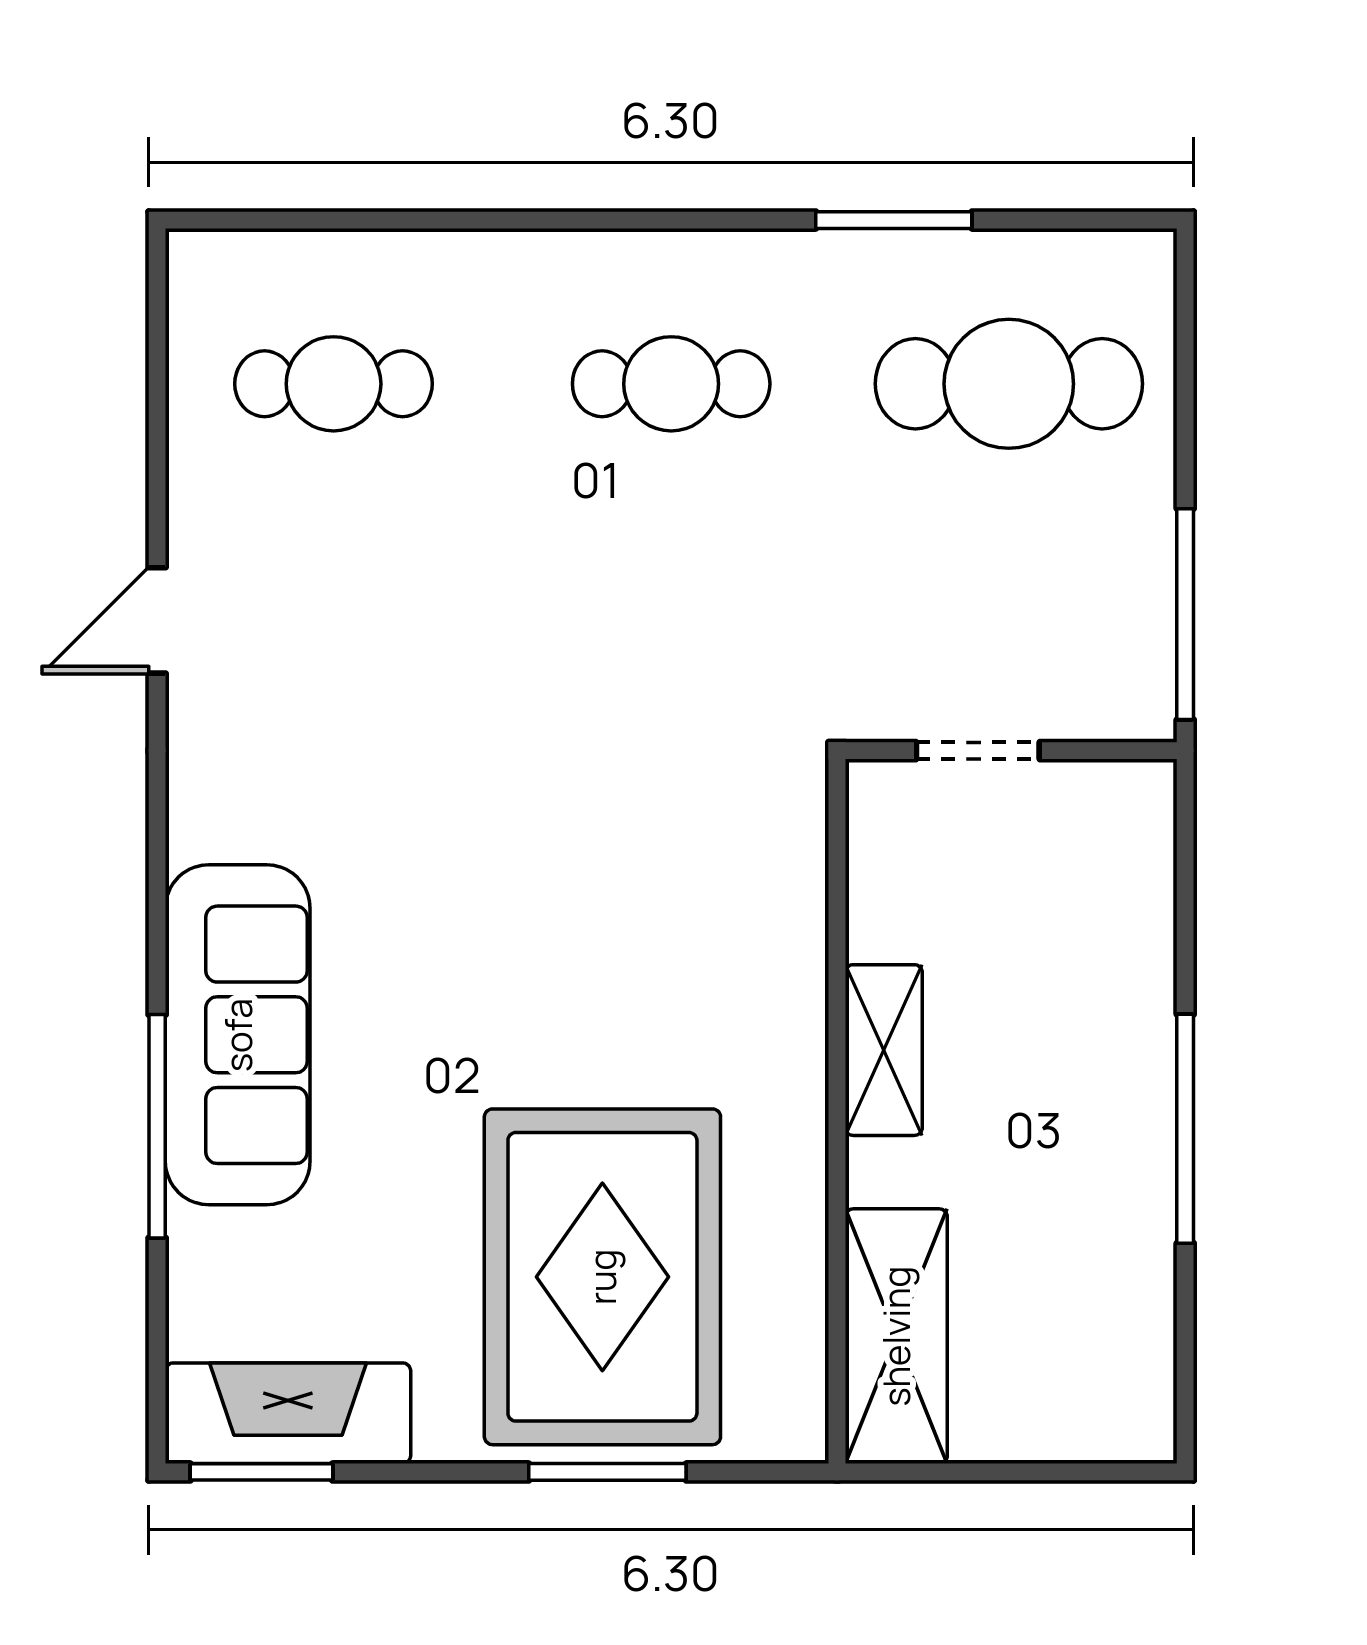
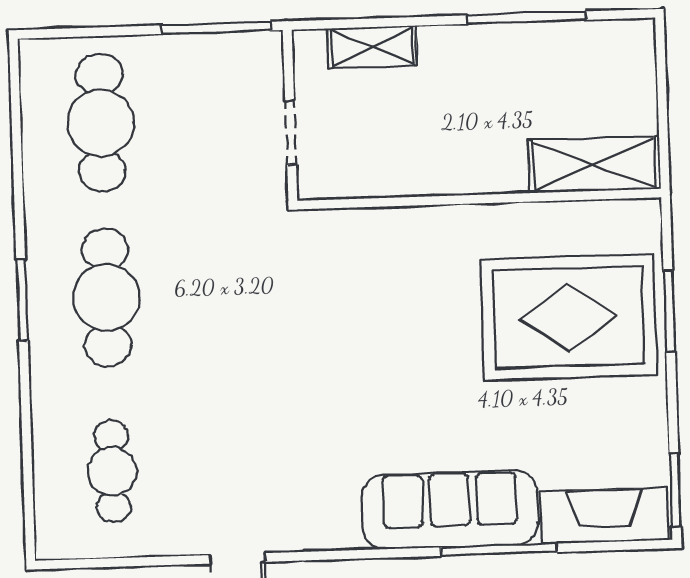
window: (894, 220) -> (22, 300), moved
cafe table: (671, 384) -> (106, 297), width x1.37, depth x1.35
shelving: (884, 1050) -> (372, 47), moved
window: (1185, 1129) -> (527, 18), moved
fireplace: (288, 1413) -> (605, 516), moved, turned 90

